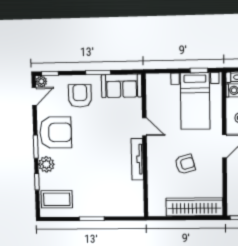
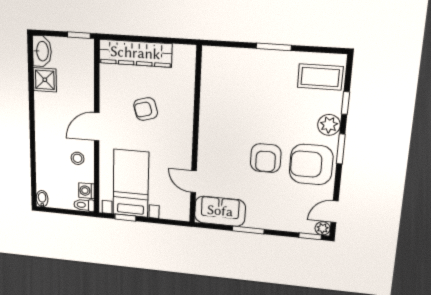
armchair: (80, 96) -> (266, 158), moved
door: (144, 127) -> (194, 182), moved
tv unit: (137, 159) -> (206, 121), removed

